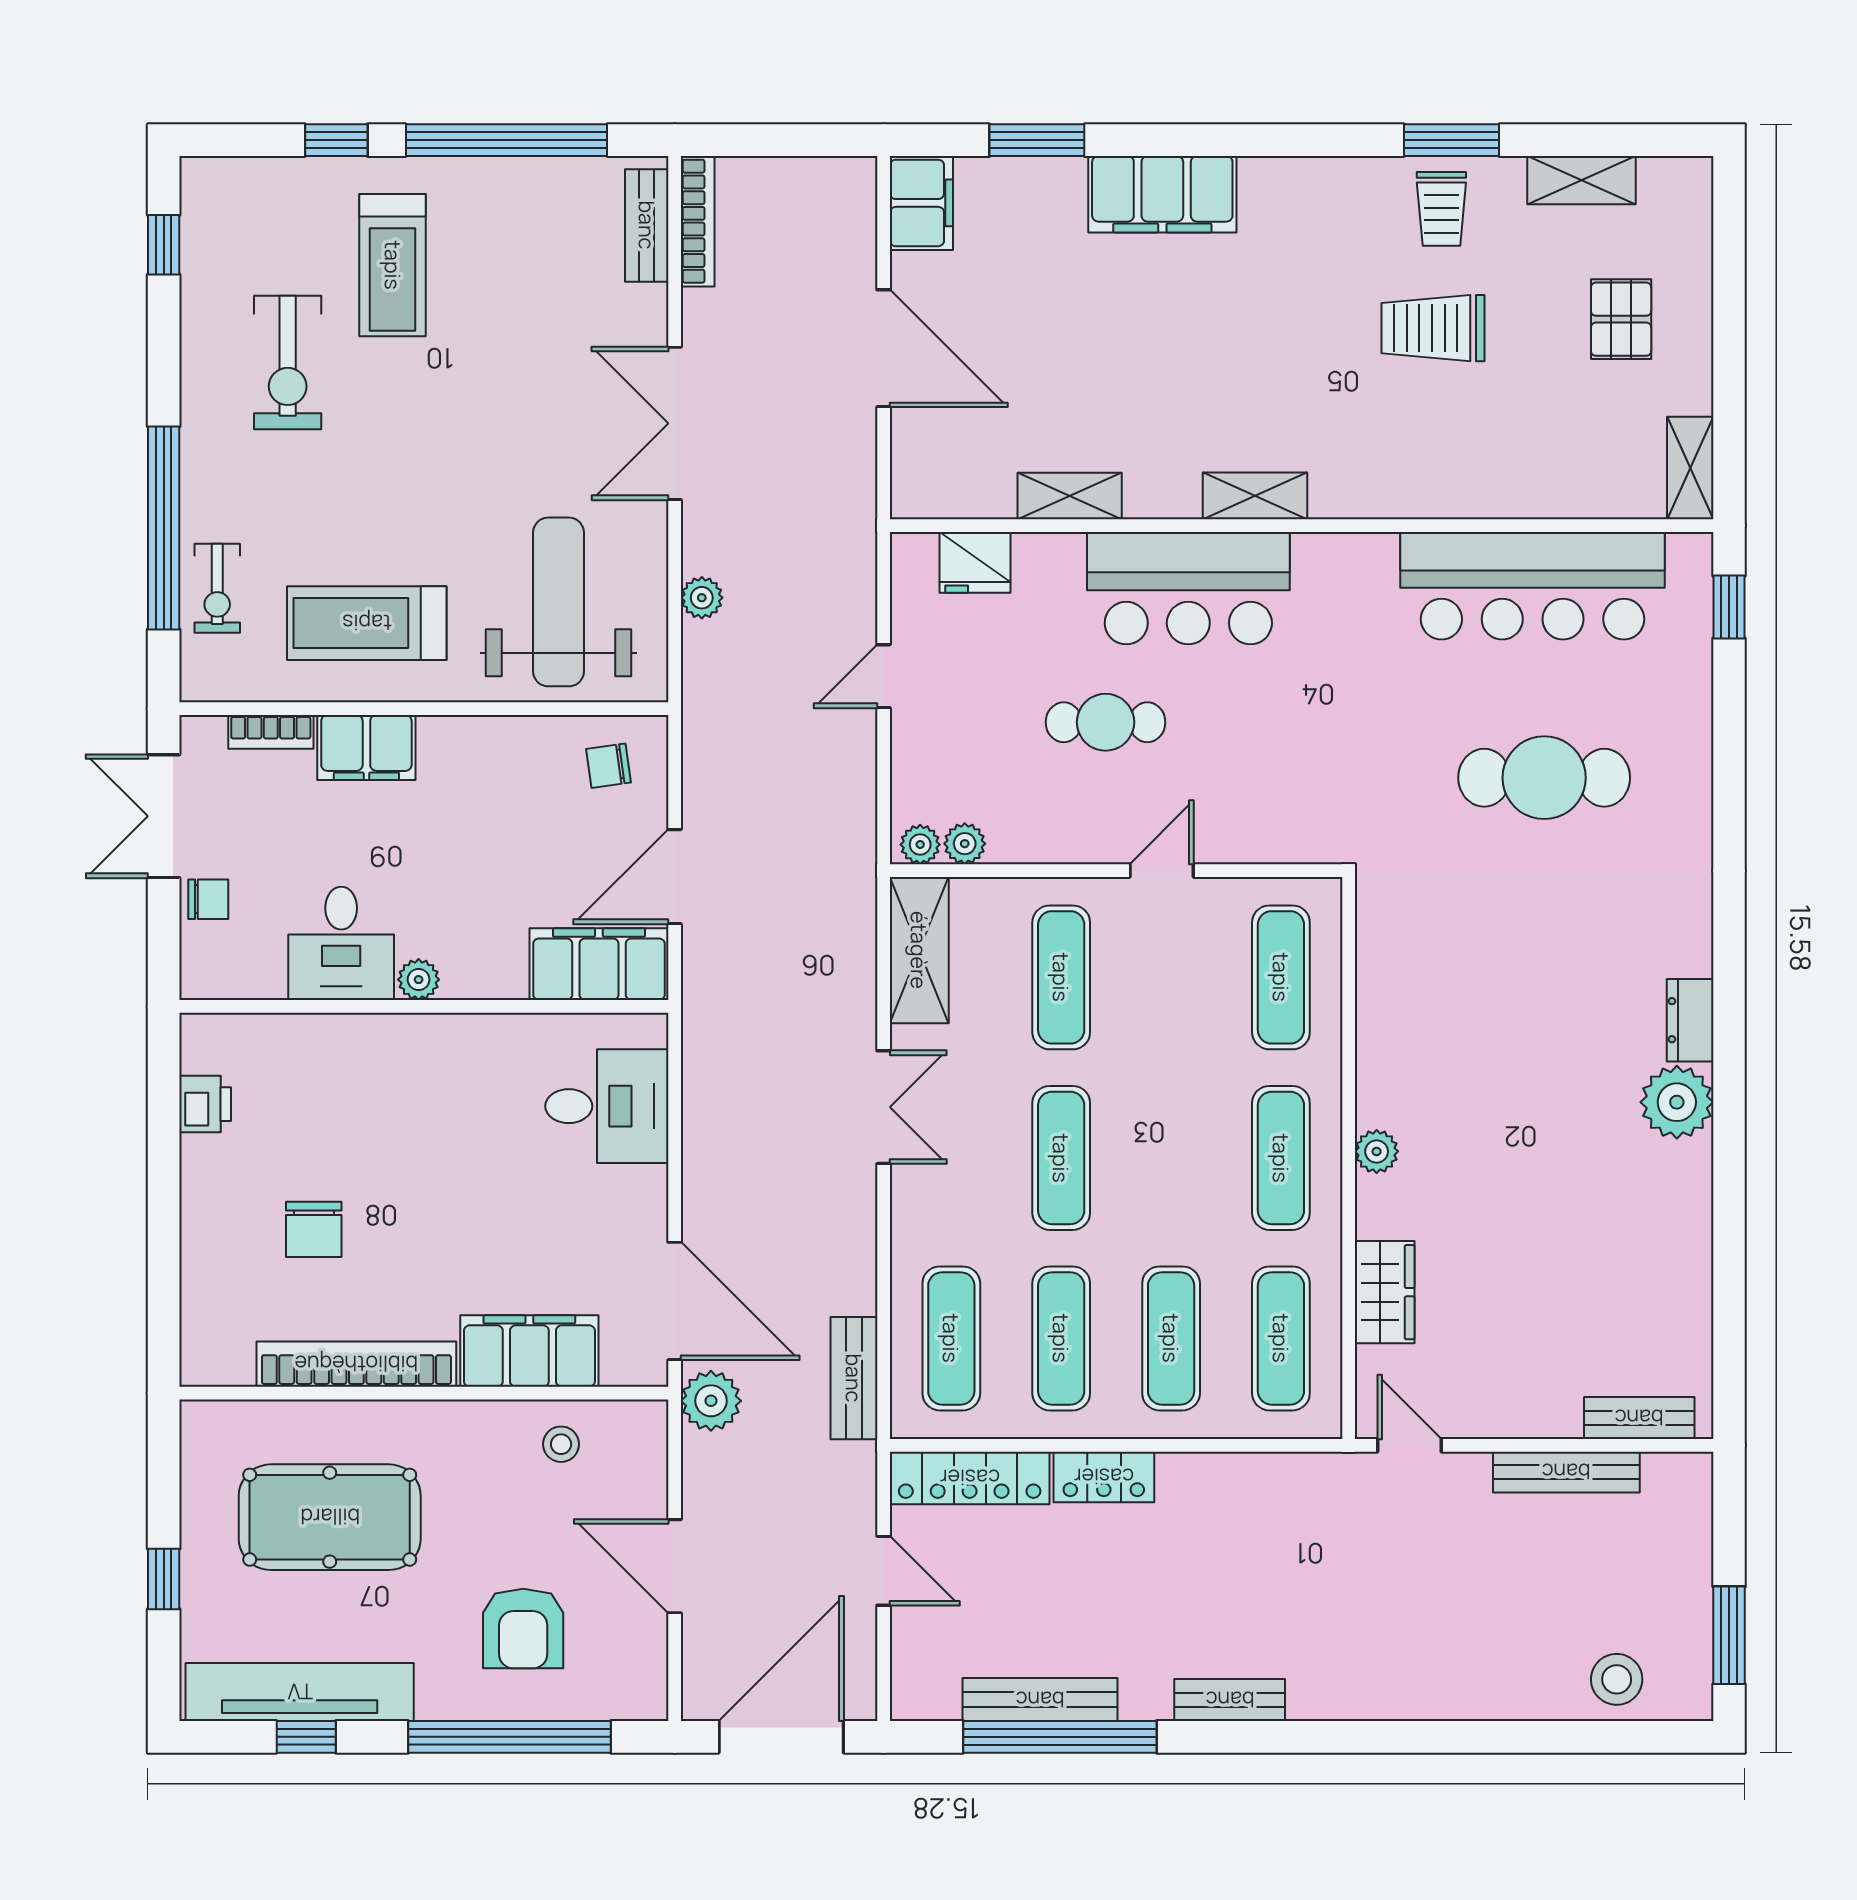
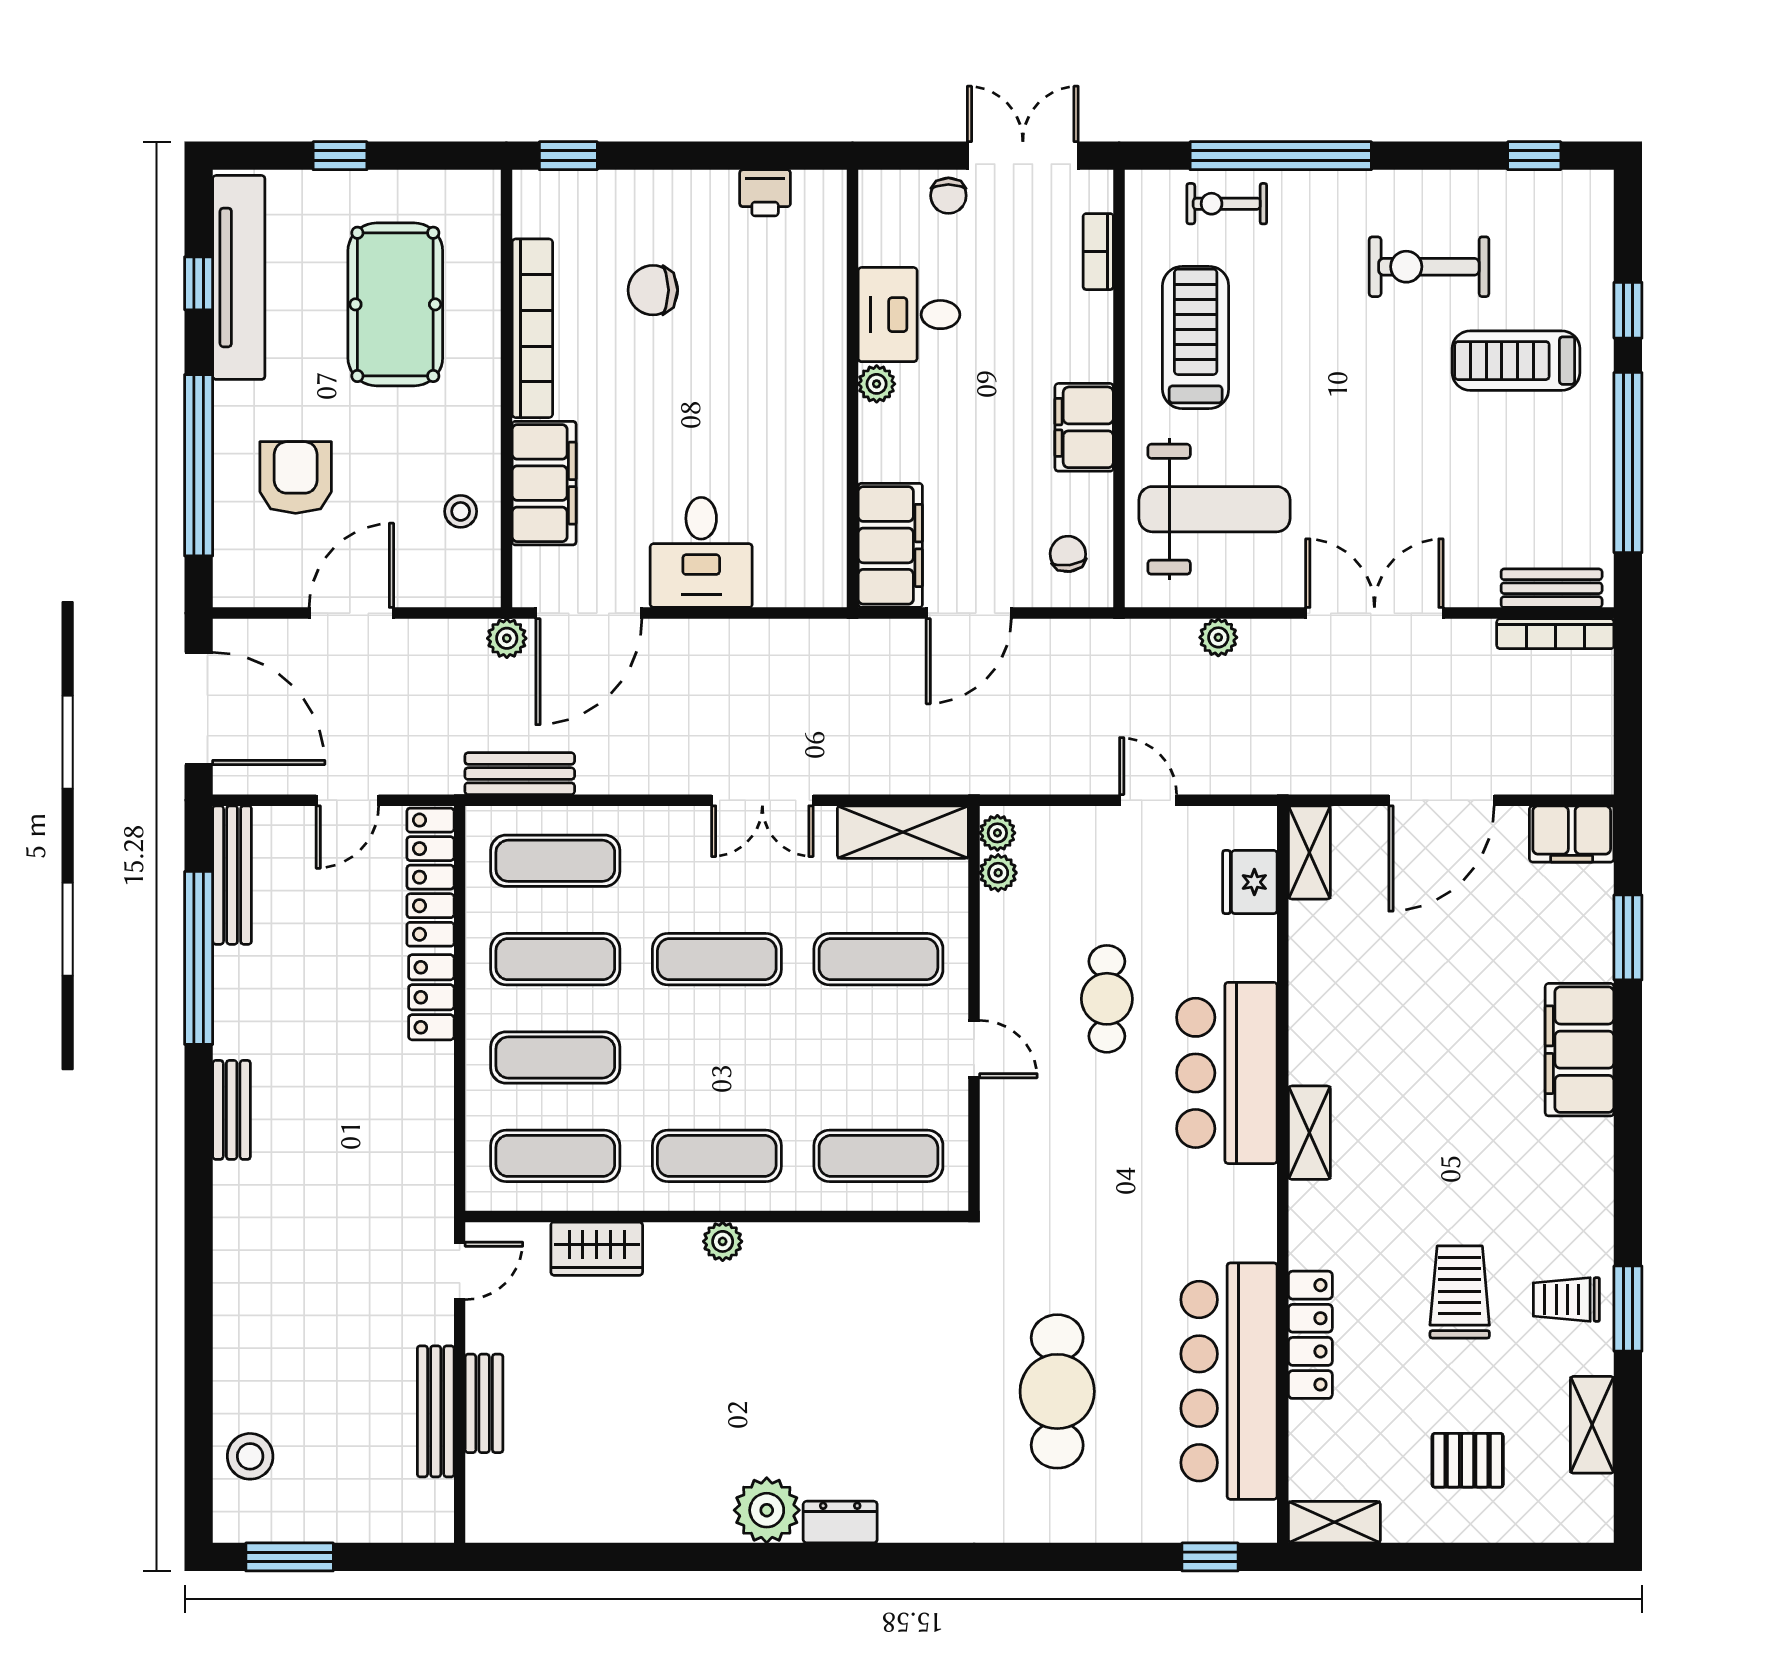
locker: (1481, 495) -> (1310, 1335), added
shelving: (1070, 496) -> (1309, 852), moved
filing cabinet: (366, 748) -> (1084, 427), moved
door: (675, 877) -> (969, 613), swing flipped
desk: (607, 1106) -> (701, 552), moved
window: (164, 1324) -> (568, 156), added
plant: (711, 1401) -> (507, 638), width x0.73, depth x0.73
bench: (1639, 1418) -> (484, 1403), moved
armchair: (523, 1629) -> (296, 477), turned 90
bench: (1040, 1700) -> (232, 875), moved

